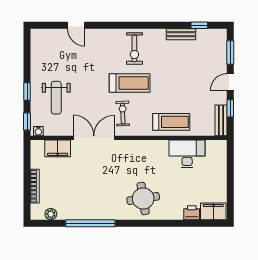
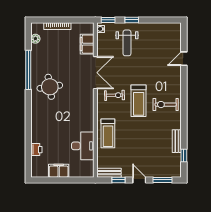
weight bench: (56, 98) -> (127, 43), turned -90
round table: (143, 199) -> (50, 87), moved
filing cabinet: (213, 211) -> (59, 171), moved, turned -90

